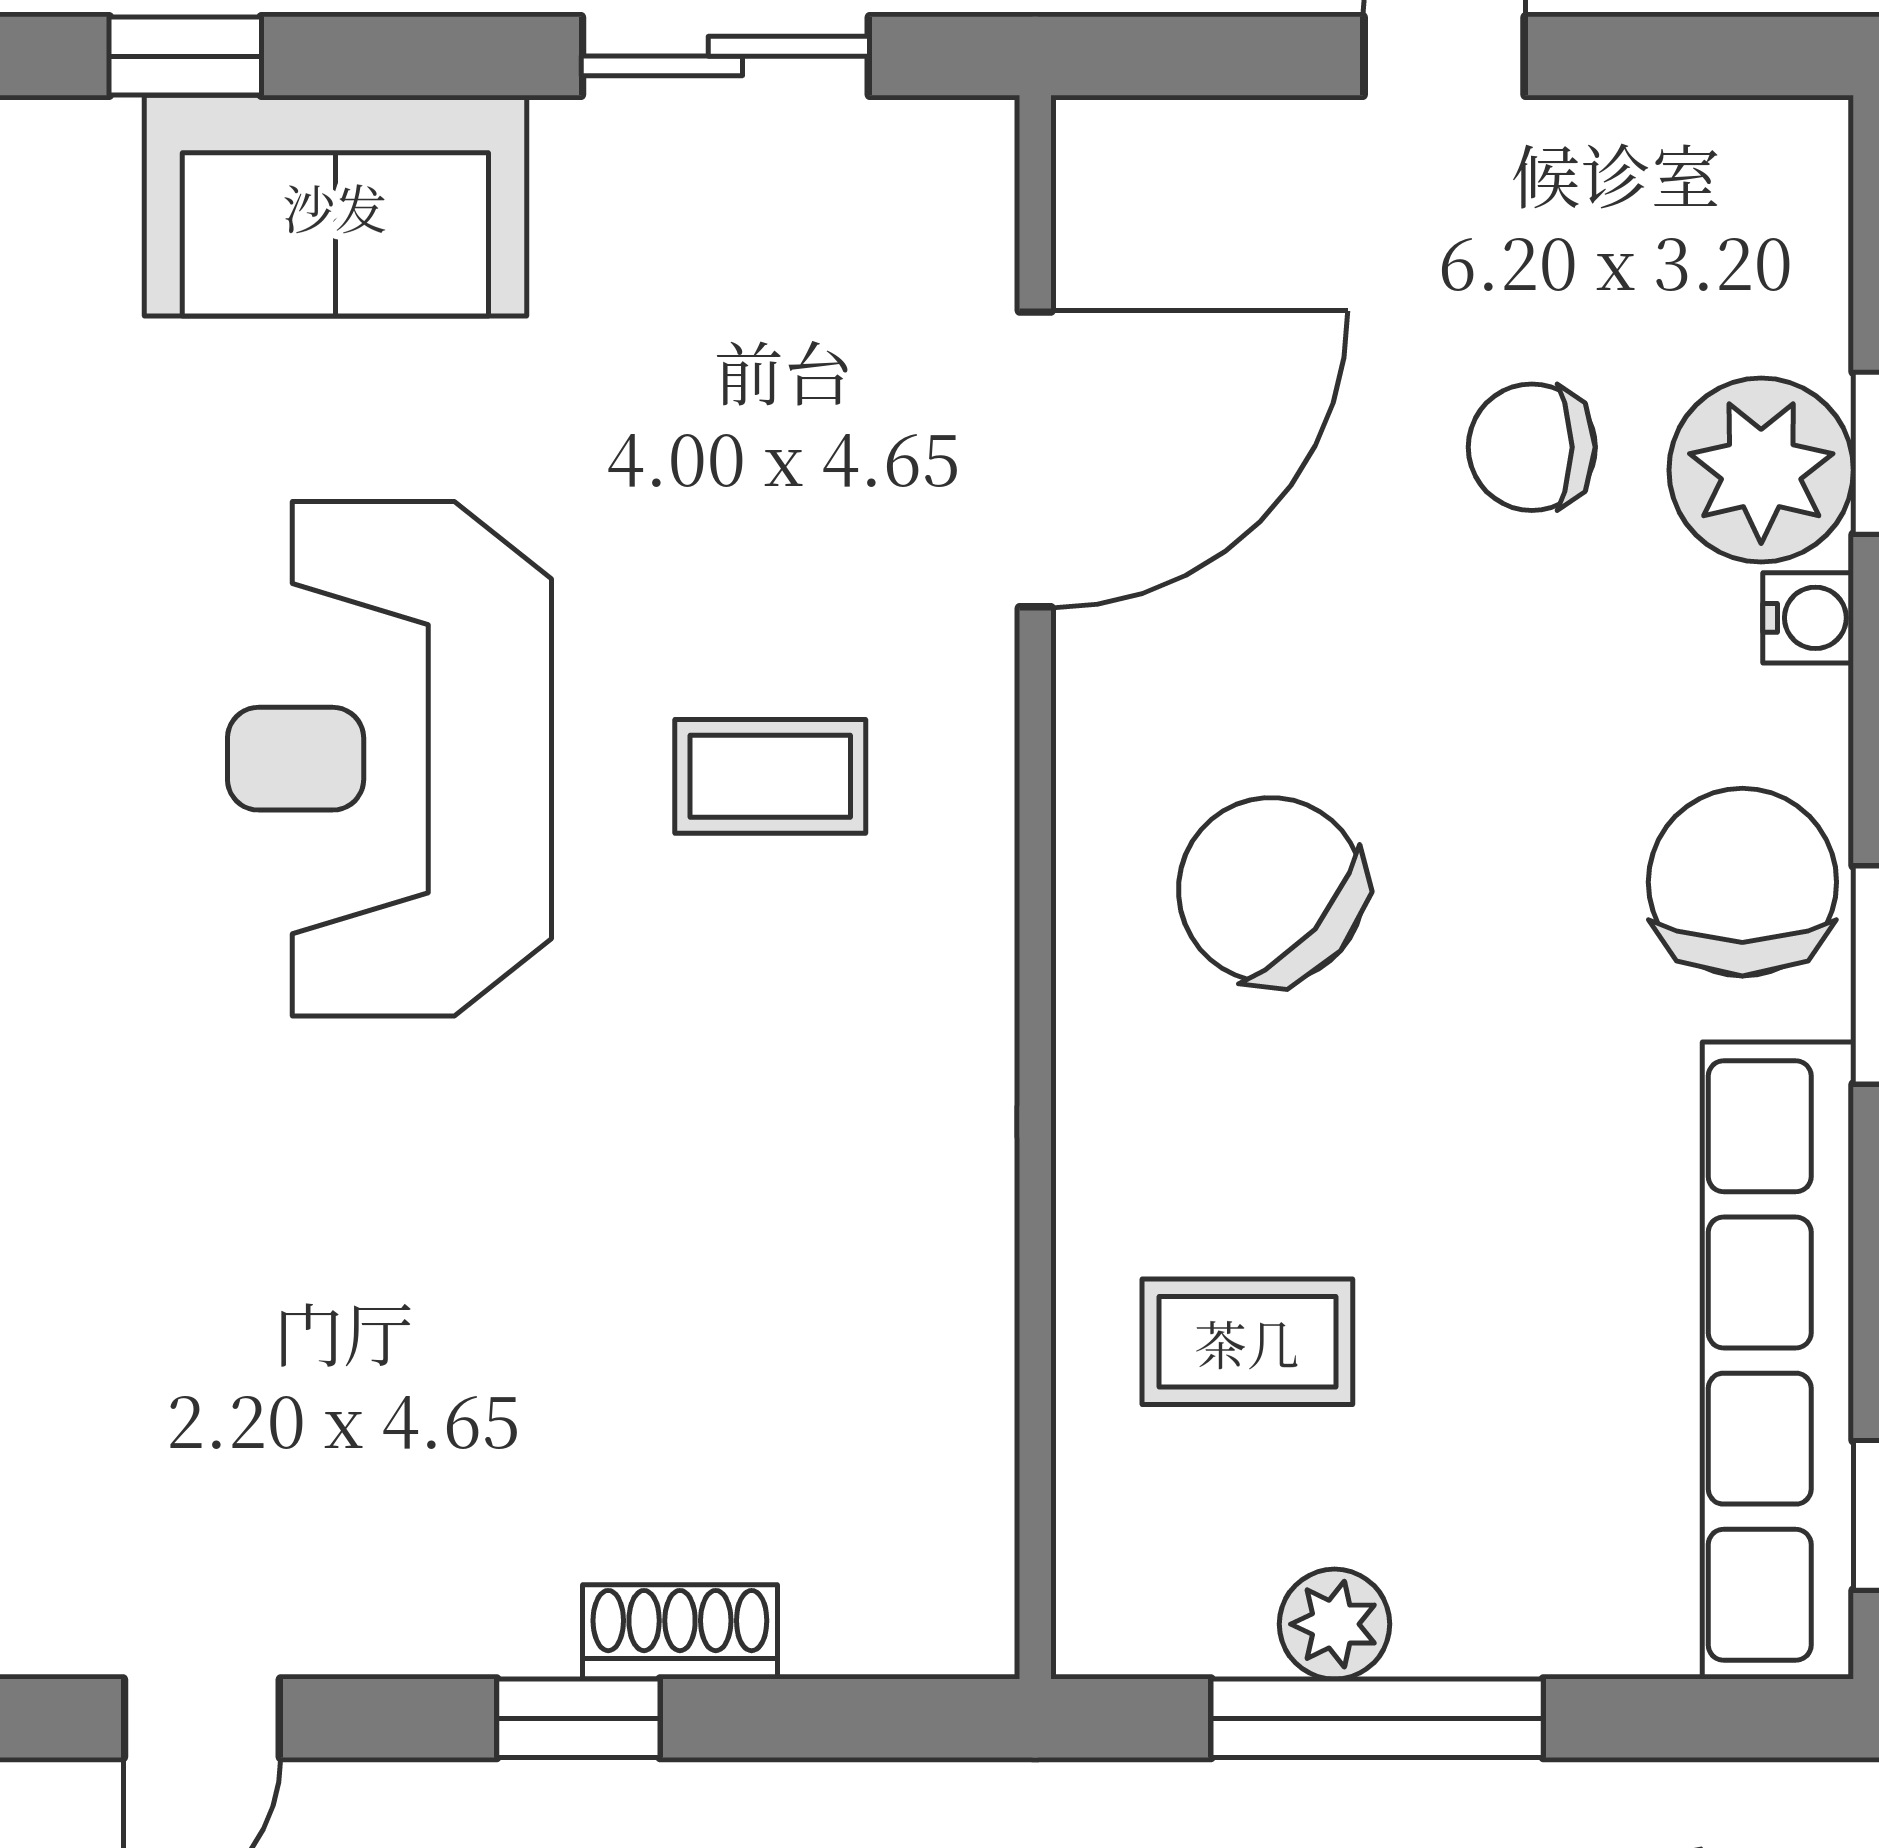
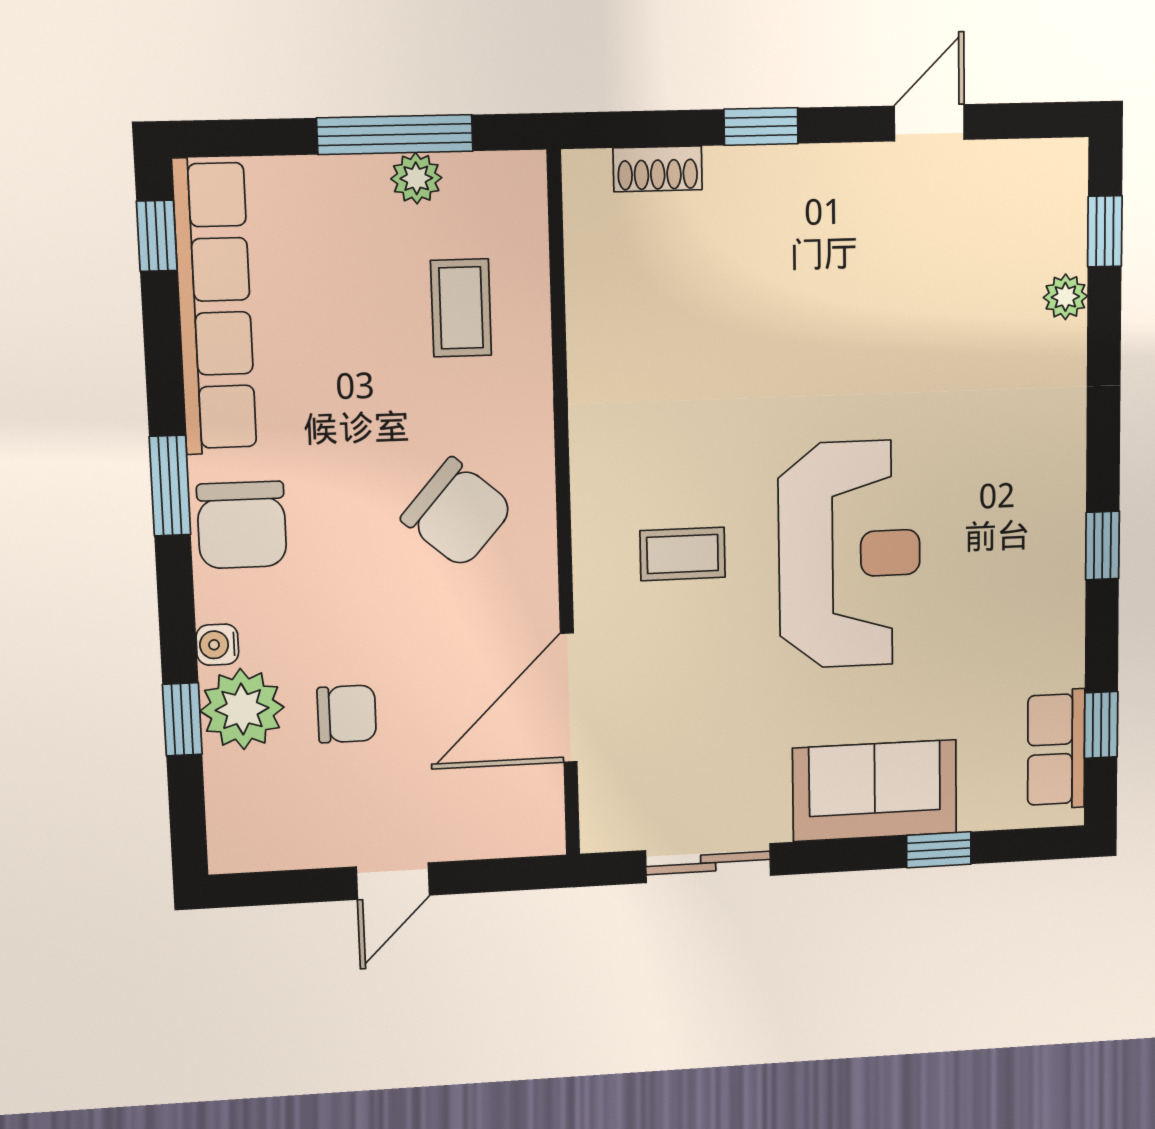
coffee table: (1247, 1342) -> (461, 308), turned 90
shoe rack: (680, 1632) -> (658, 169), moved

